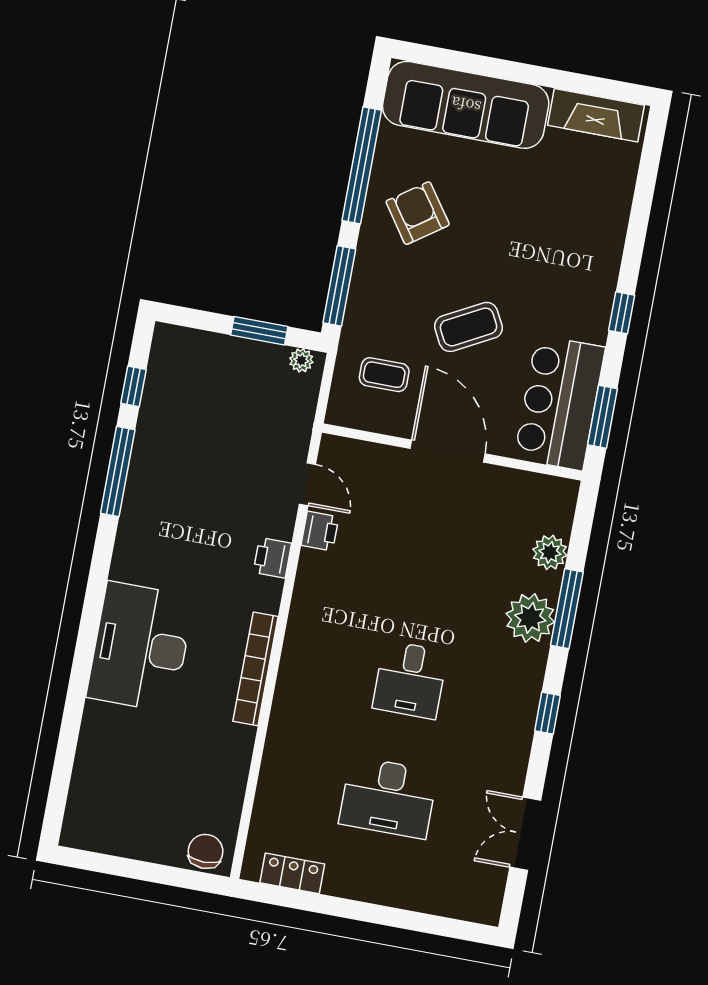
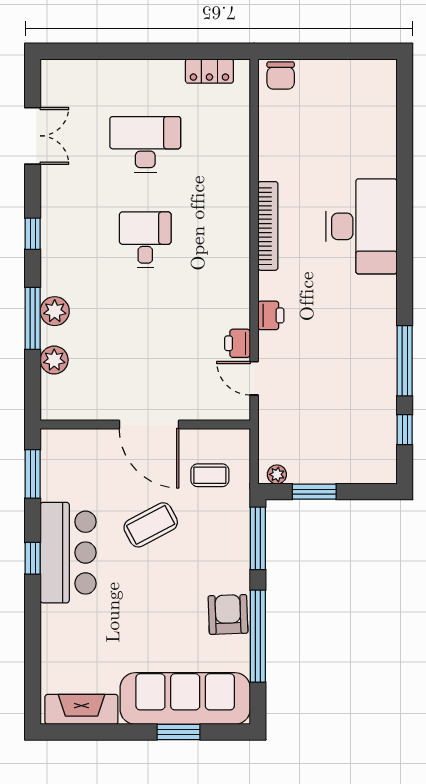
window: (481, 65) -> (179, 732), added
armchair: (418, 213) -> (228, 614), moved, turned -147
bar counter: (560, 403) -> (68, 553), moved
plant: (530, 618) -> (55, 311), width x0.73, depth x0.73

